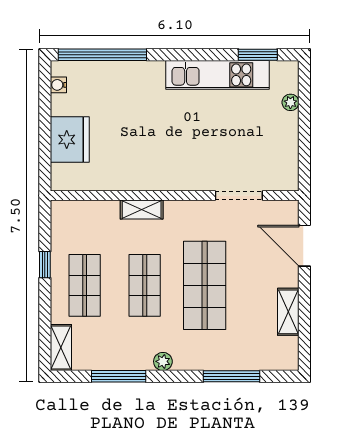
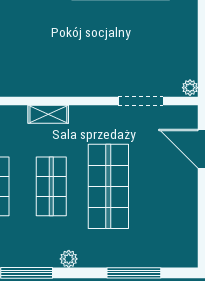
plant: (290, 102) -> (190, 88), moved
shelving: (288, 312) -> (188, 212), removed

